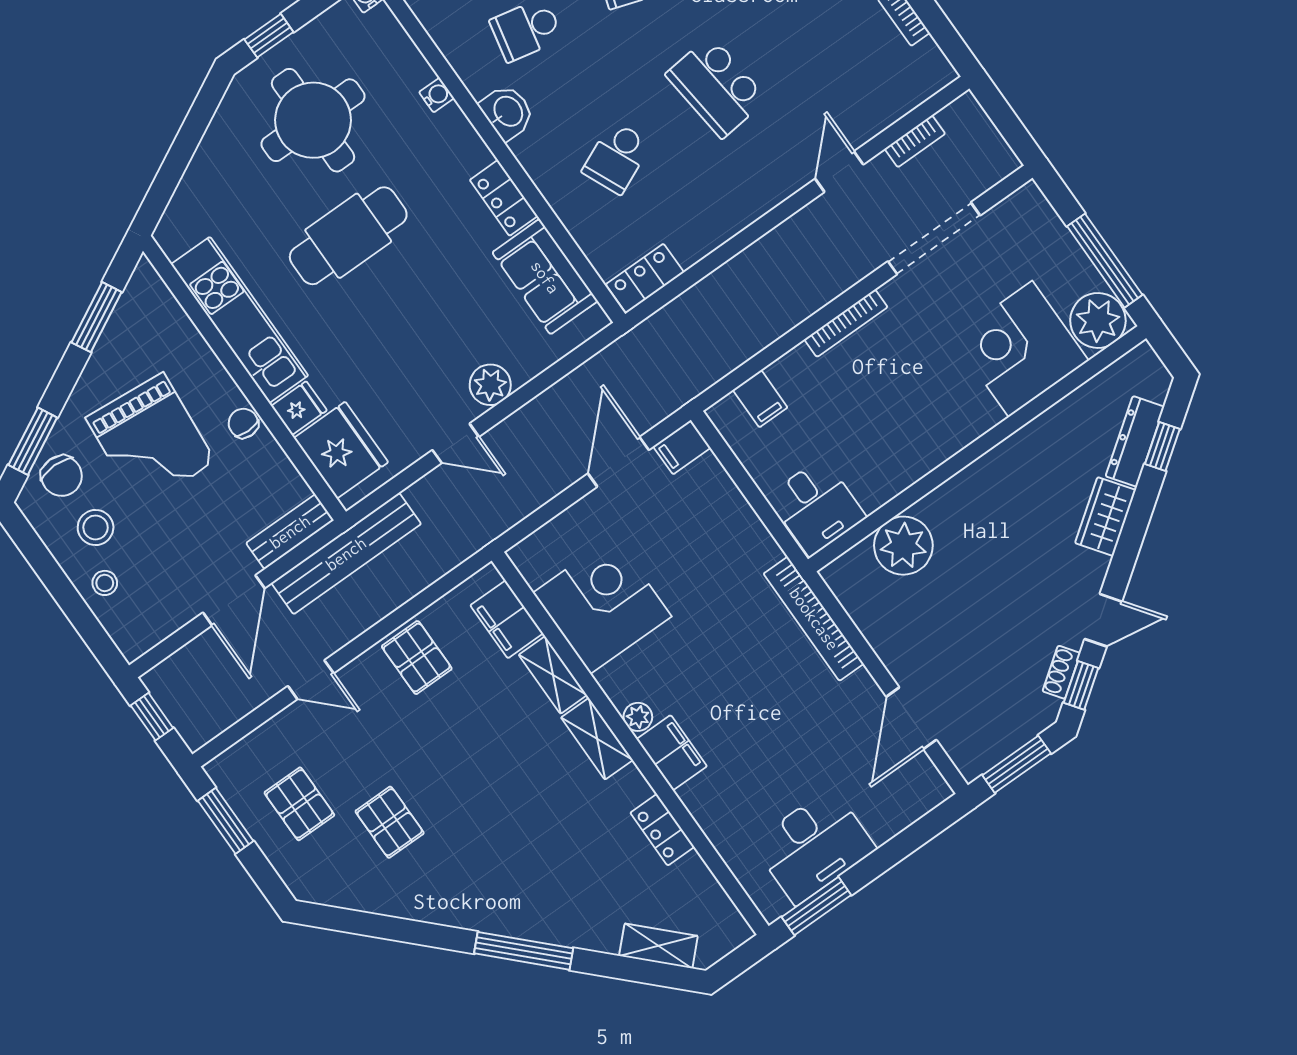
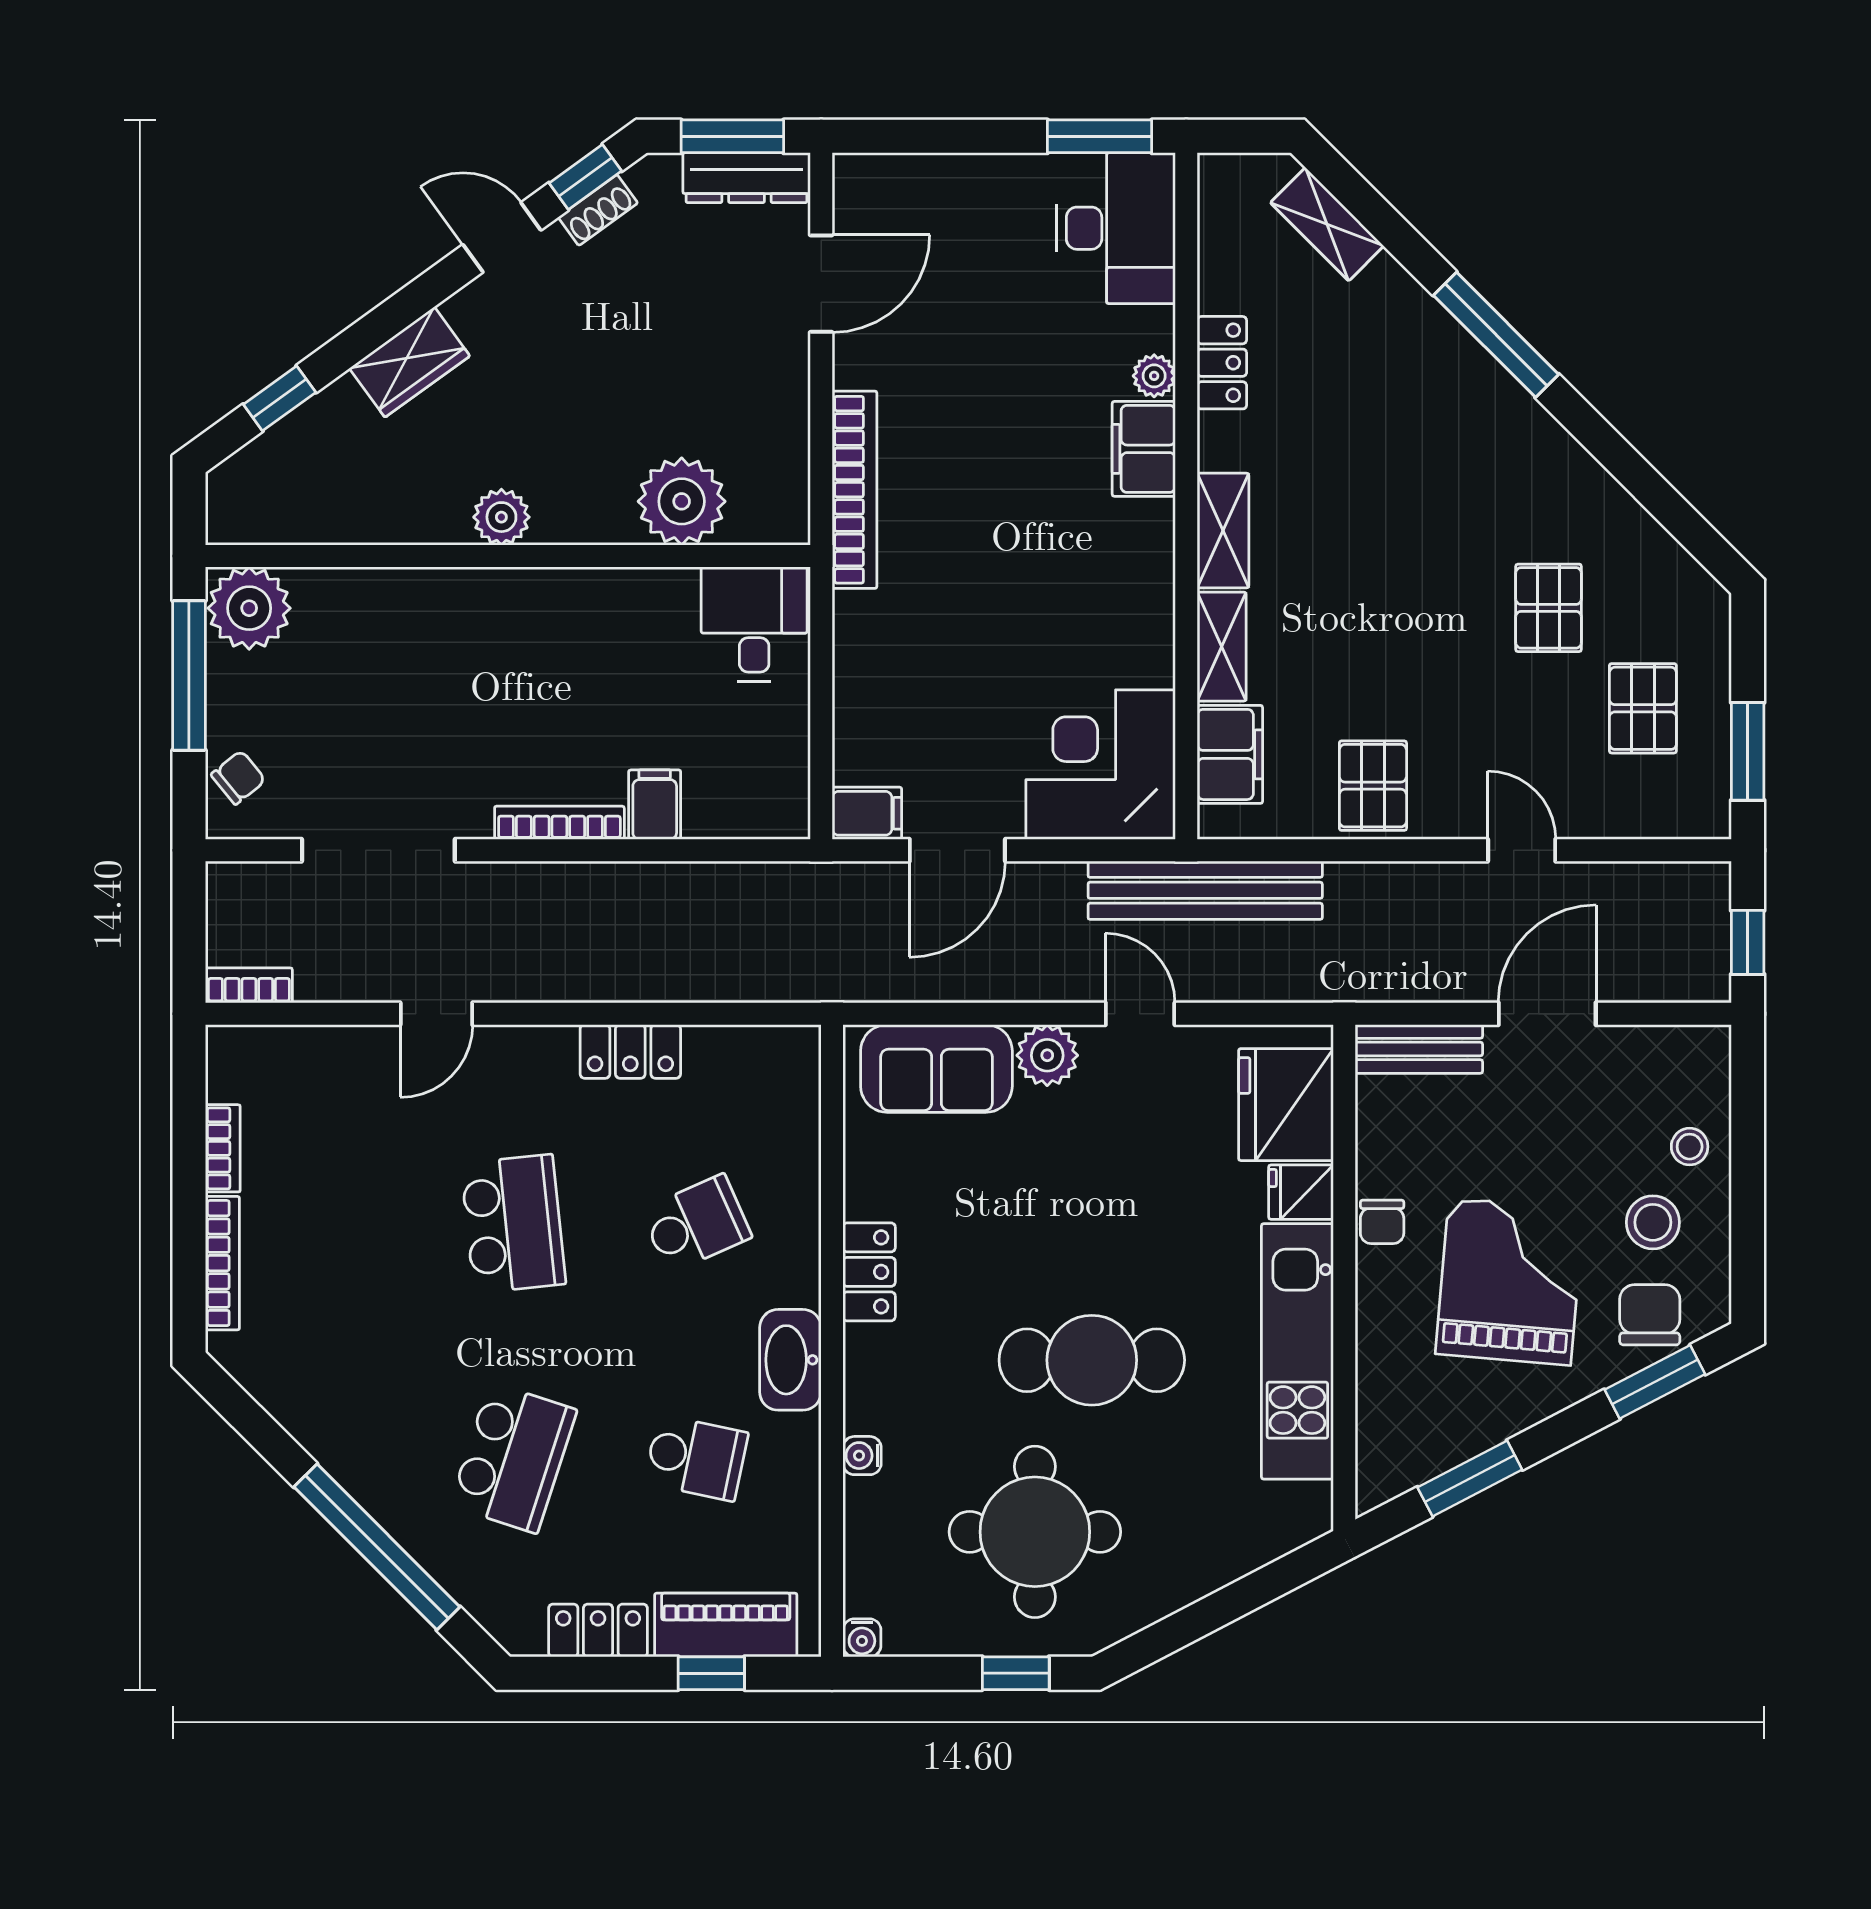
washbasin: (507, 112) -> (790, 1360), width x1.38
bookcase: (915, 141) -> (249, 985), moved
chair: (1039, 224) -> (238, 777), added
sofa: (545, 277) -> (936, 1068), moved, turned 90
locker: (645, 278) -> (630, 1051), moved
corner desk: (1020, 349) -> (368, 640), removed
filing cabinet: (760, 399) -> (655, 805), moved
dresser: (1135, 441) -> (747, 178), moved, turned 36
plant: (996, 468) -> (501, 517), added
bench: (346, 554) -> (1205, 890), moved
corner desk: (602, 605) -> (1101, 765), moved, turned 90
plant: (638, 717) -> (1154, 376), moved
desk: (814, 846) -> (1116, 228), moved, turned 90

